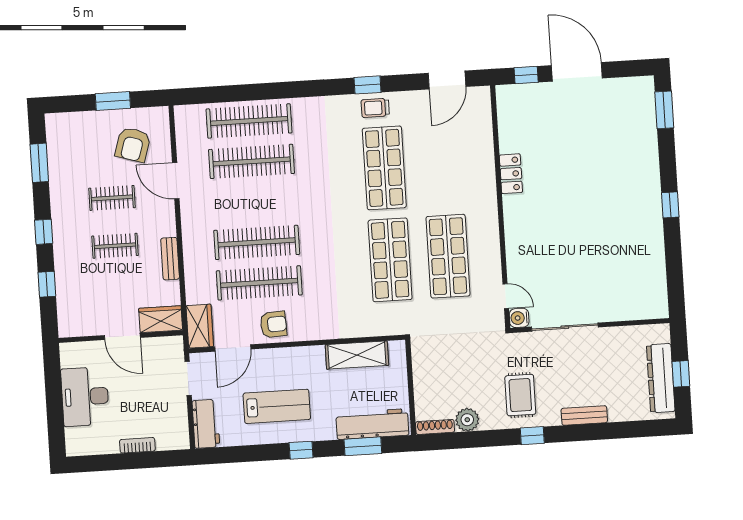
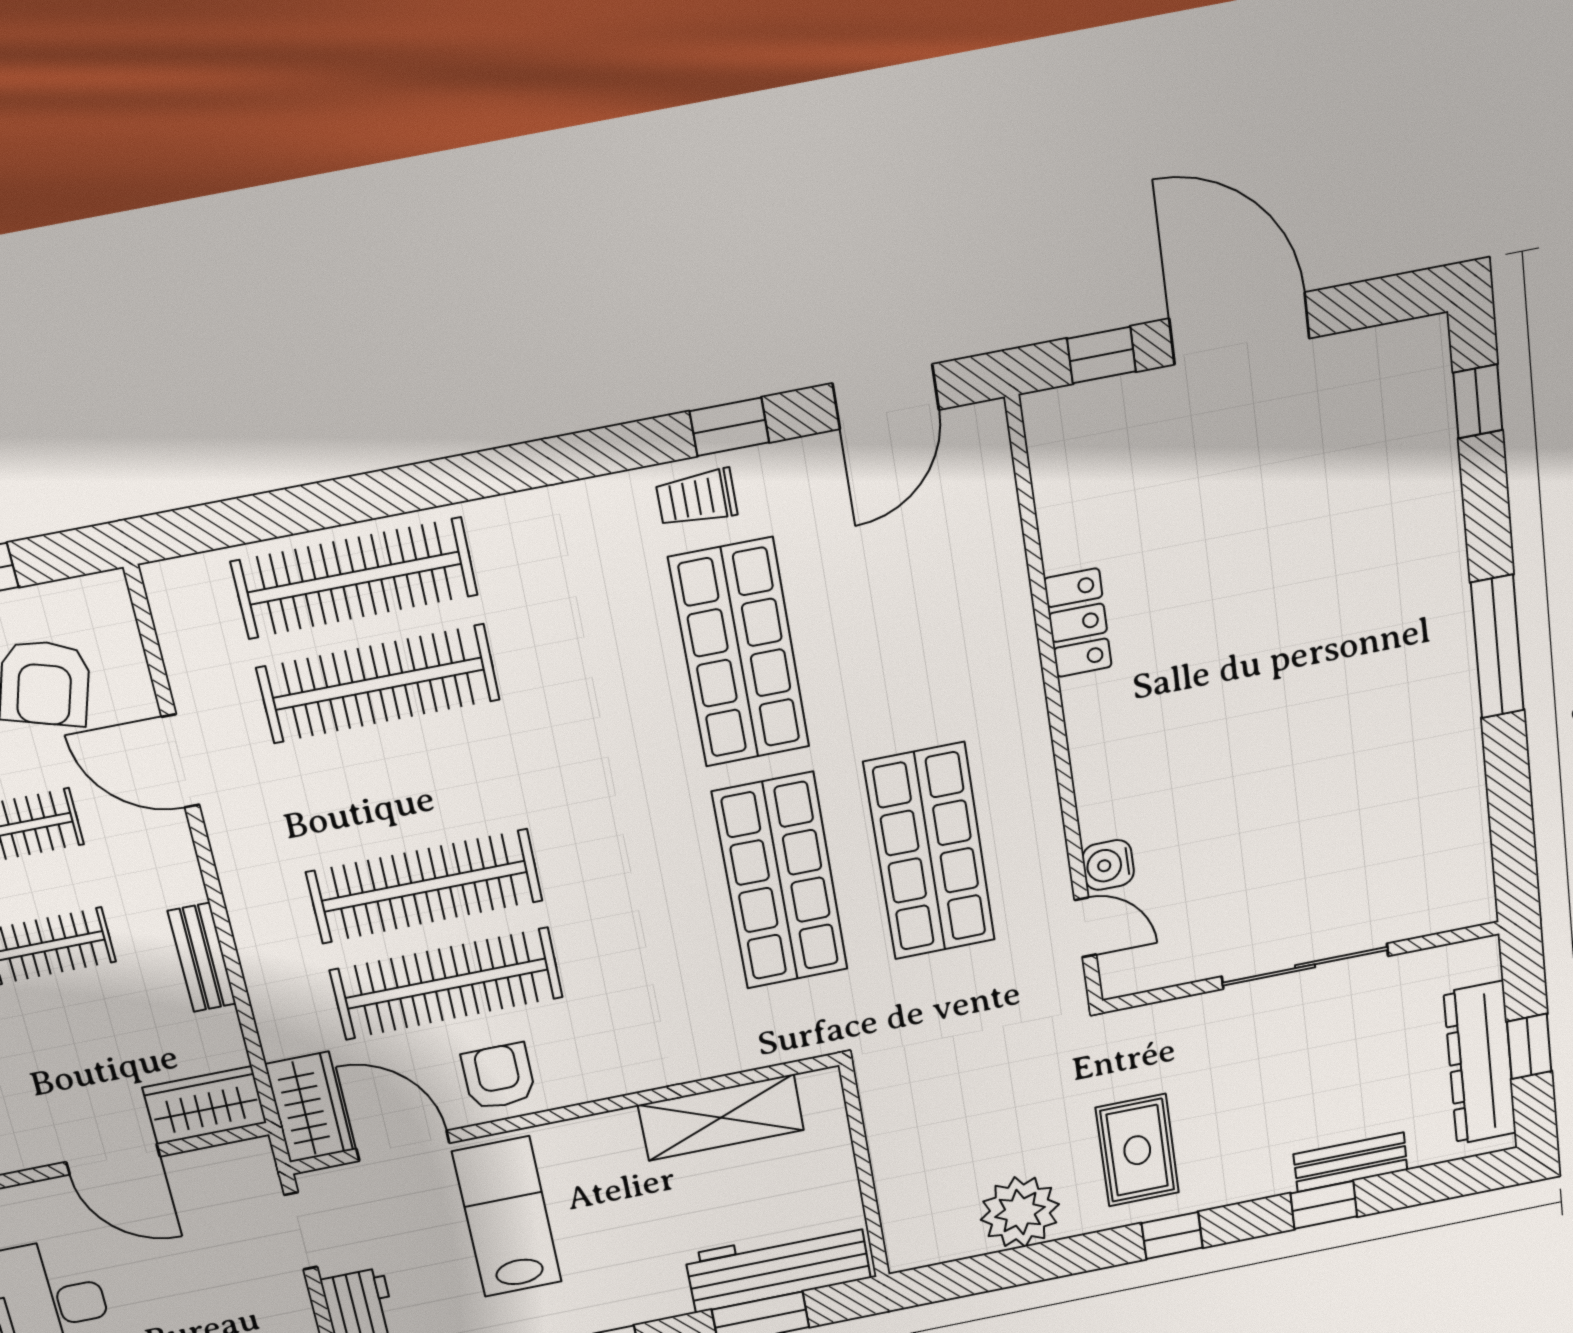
window: (367, 85) -> (729, 427), moved
window: (664, 110) -> (1478, 401), width x0.67
window: (670, 205) -> (1497, 647), width x2.17
water cooler: (519, 318) -> (1108, 865), moved
armchair: (273, 324) -> (499, 1077), turned -87
sliding door: (565, 327) -> (1305, 966), moved
door: (233, 348) -> (403, 1146), swing flipped
lab bench: (277, 406) -> (507, 1217), moved, turned -90
bench: (584, 415) -> (1351, 1162), moved
plant: (467, 420) -> (1020, 1212), width x1.36, depth x1.36
shoe rack: (435, 427) -> (933, 1251), removed
window: (595, 432) -> (1324, 1205), added

